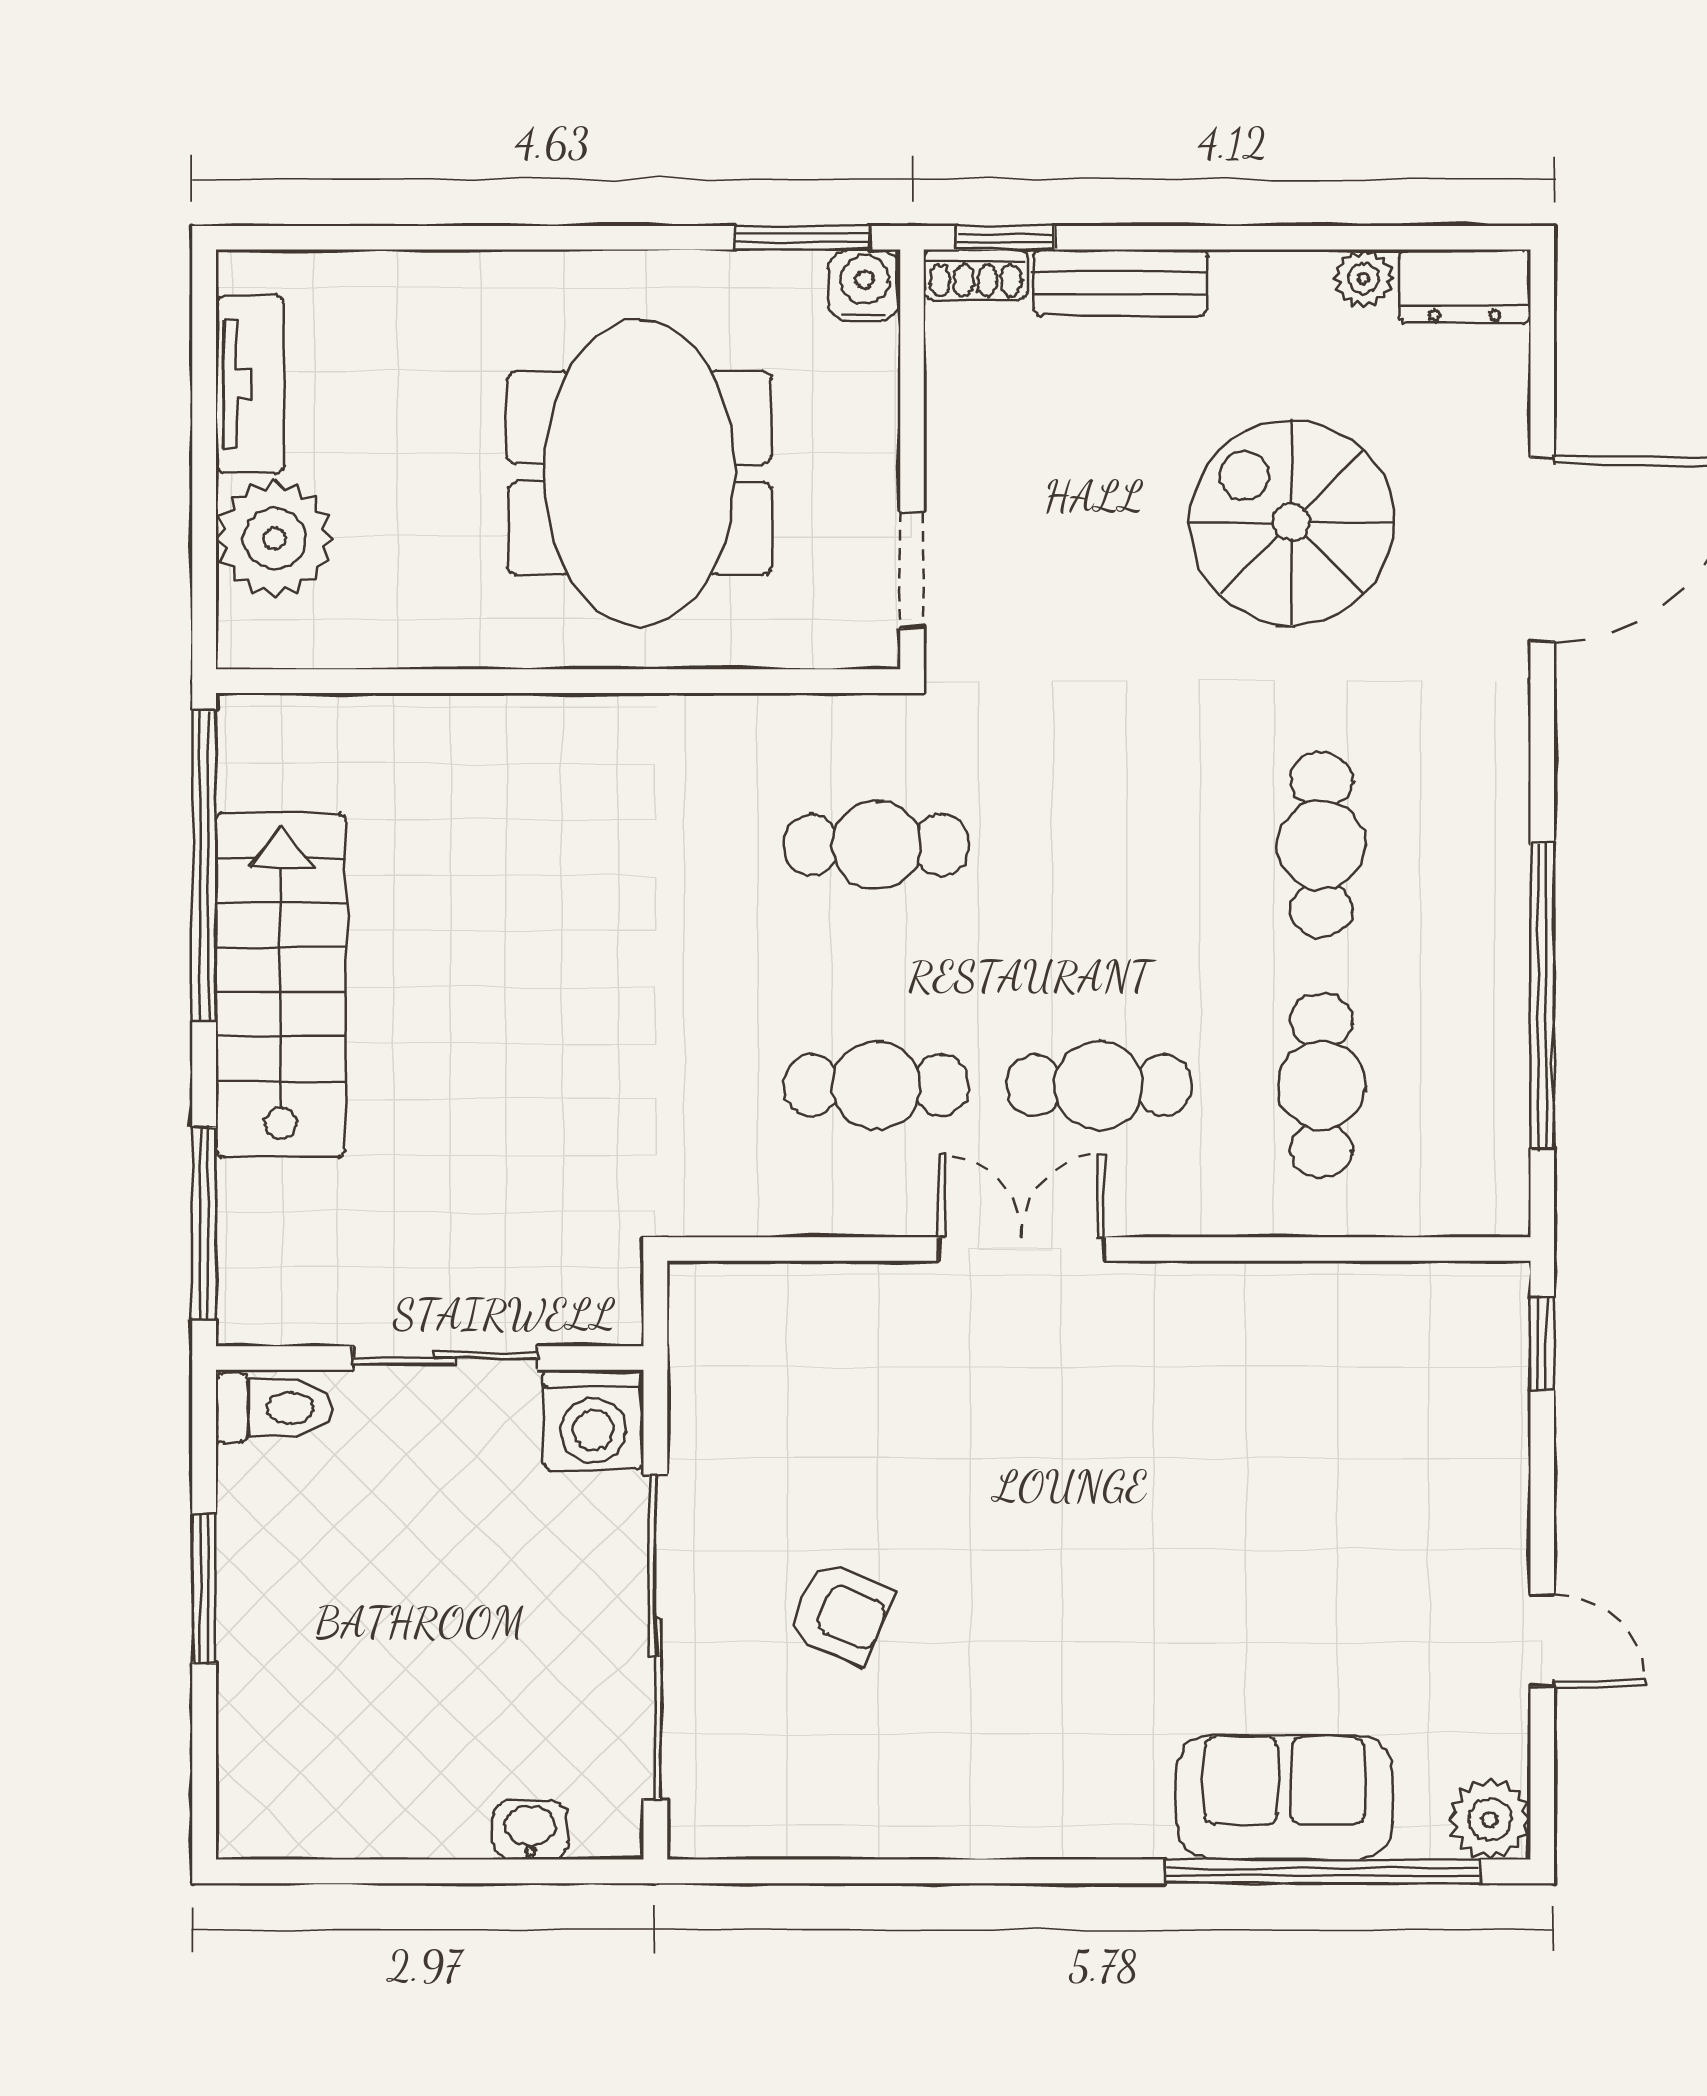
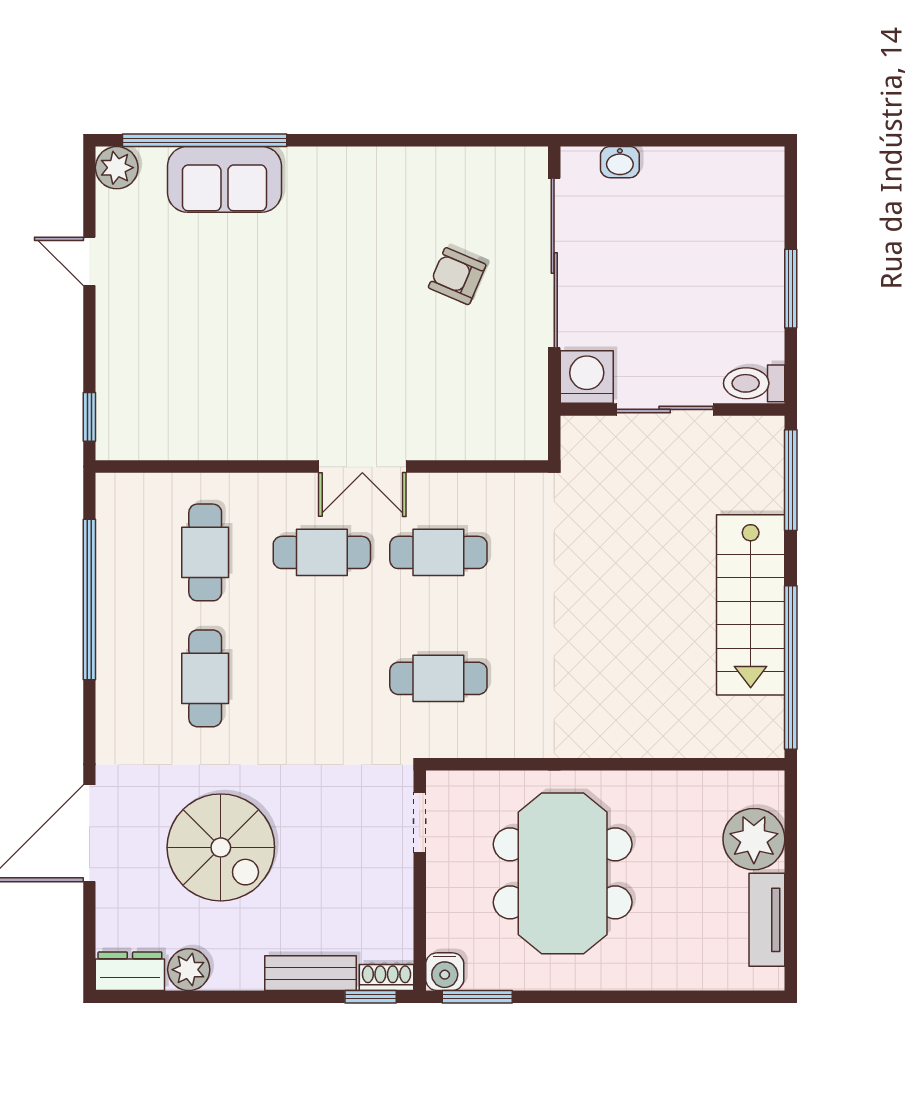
plant: (1364, 278) -> (189, 970), width x1.38, depth x1.38

